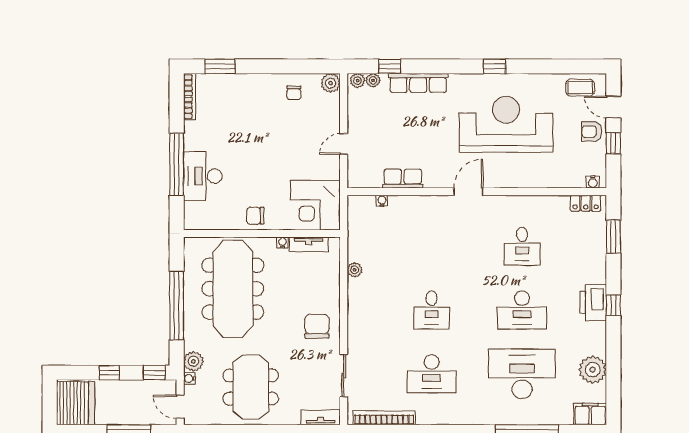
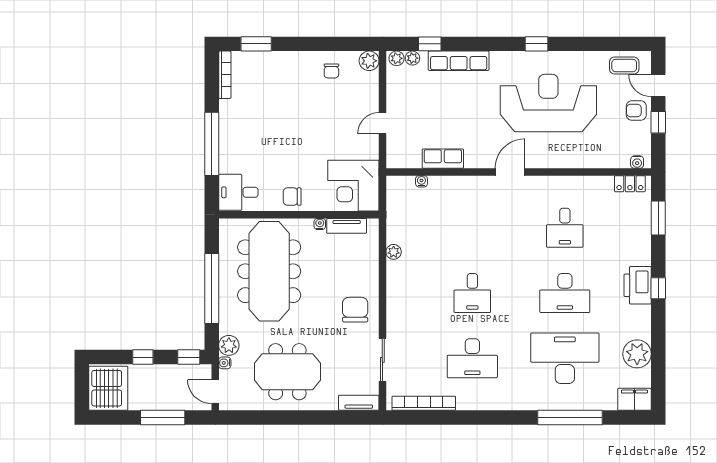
desk: (203, 176) -> (238, 192), moved, width x0.73
meeting table: (251, 387) -> (287, 372), turned 90

